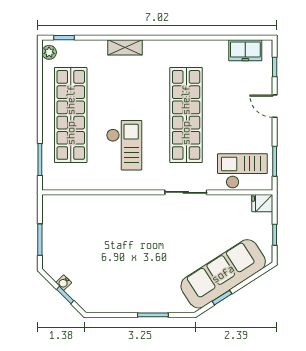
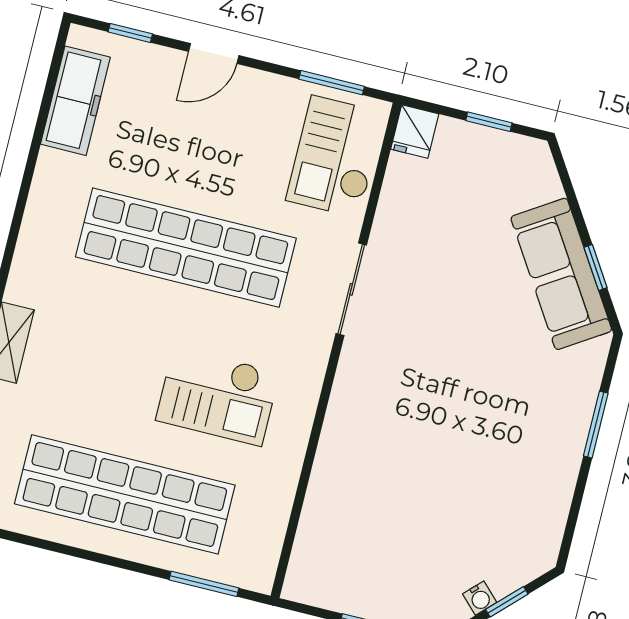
freezer: (245, 50) -> (75, 101), width x1.40
checkout: (124, 145) -> (218, 396), turned 180
sofa: (223, 274) -> (561, 274), width x0.74, depth x0.79

